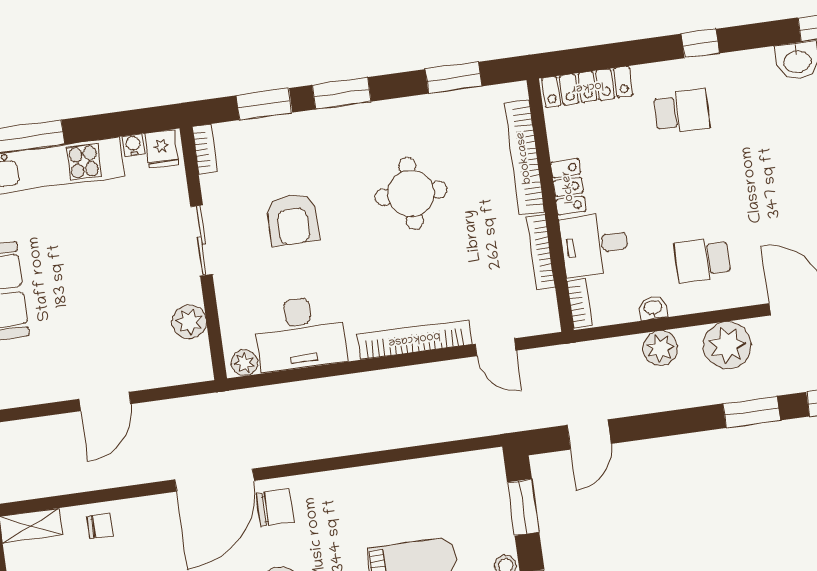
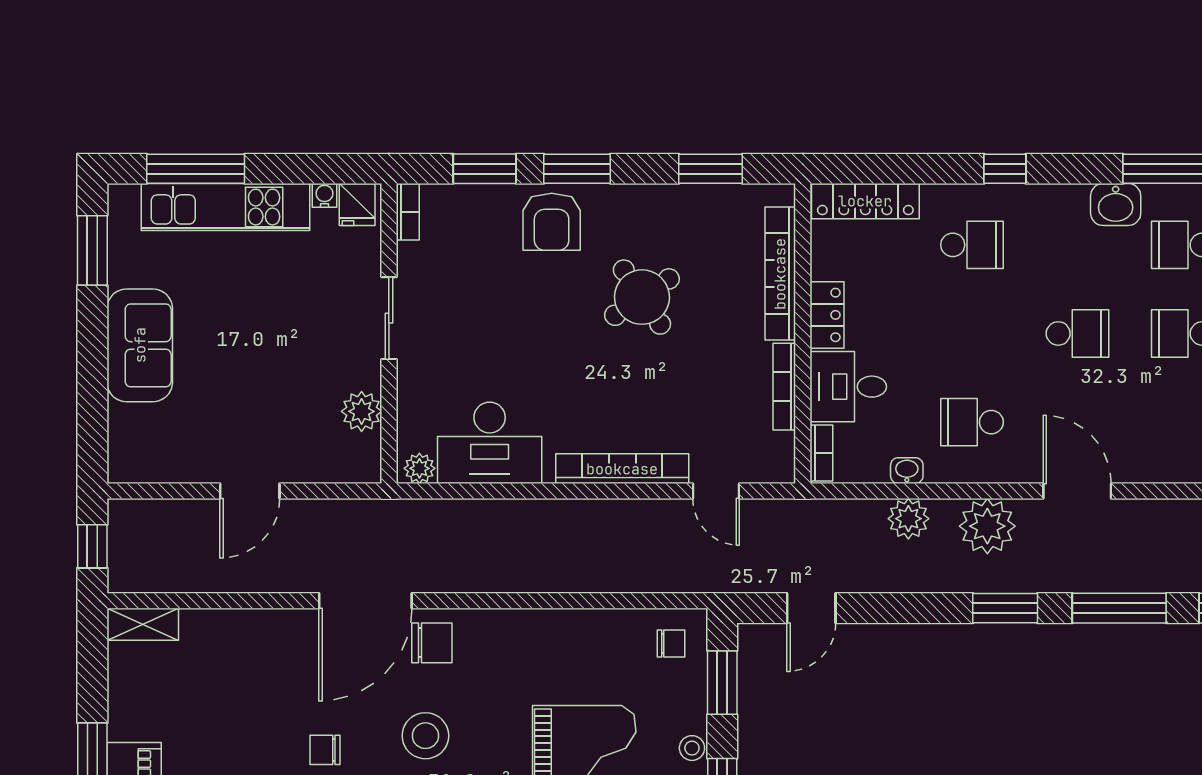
school desk: (780, 173) -> (1077, 333), added
round table: (411, 193) -> (642, 297), turned -34
armchair: (293, 220) -> (552, 222), moved
chair: (100, 526) -> (671, 644), moved

